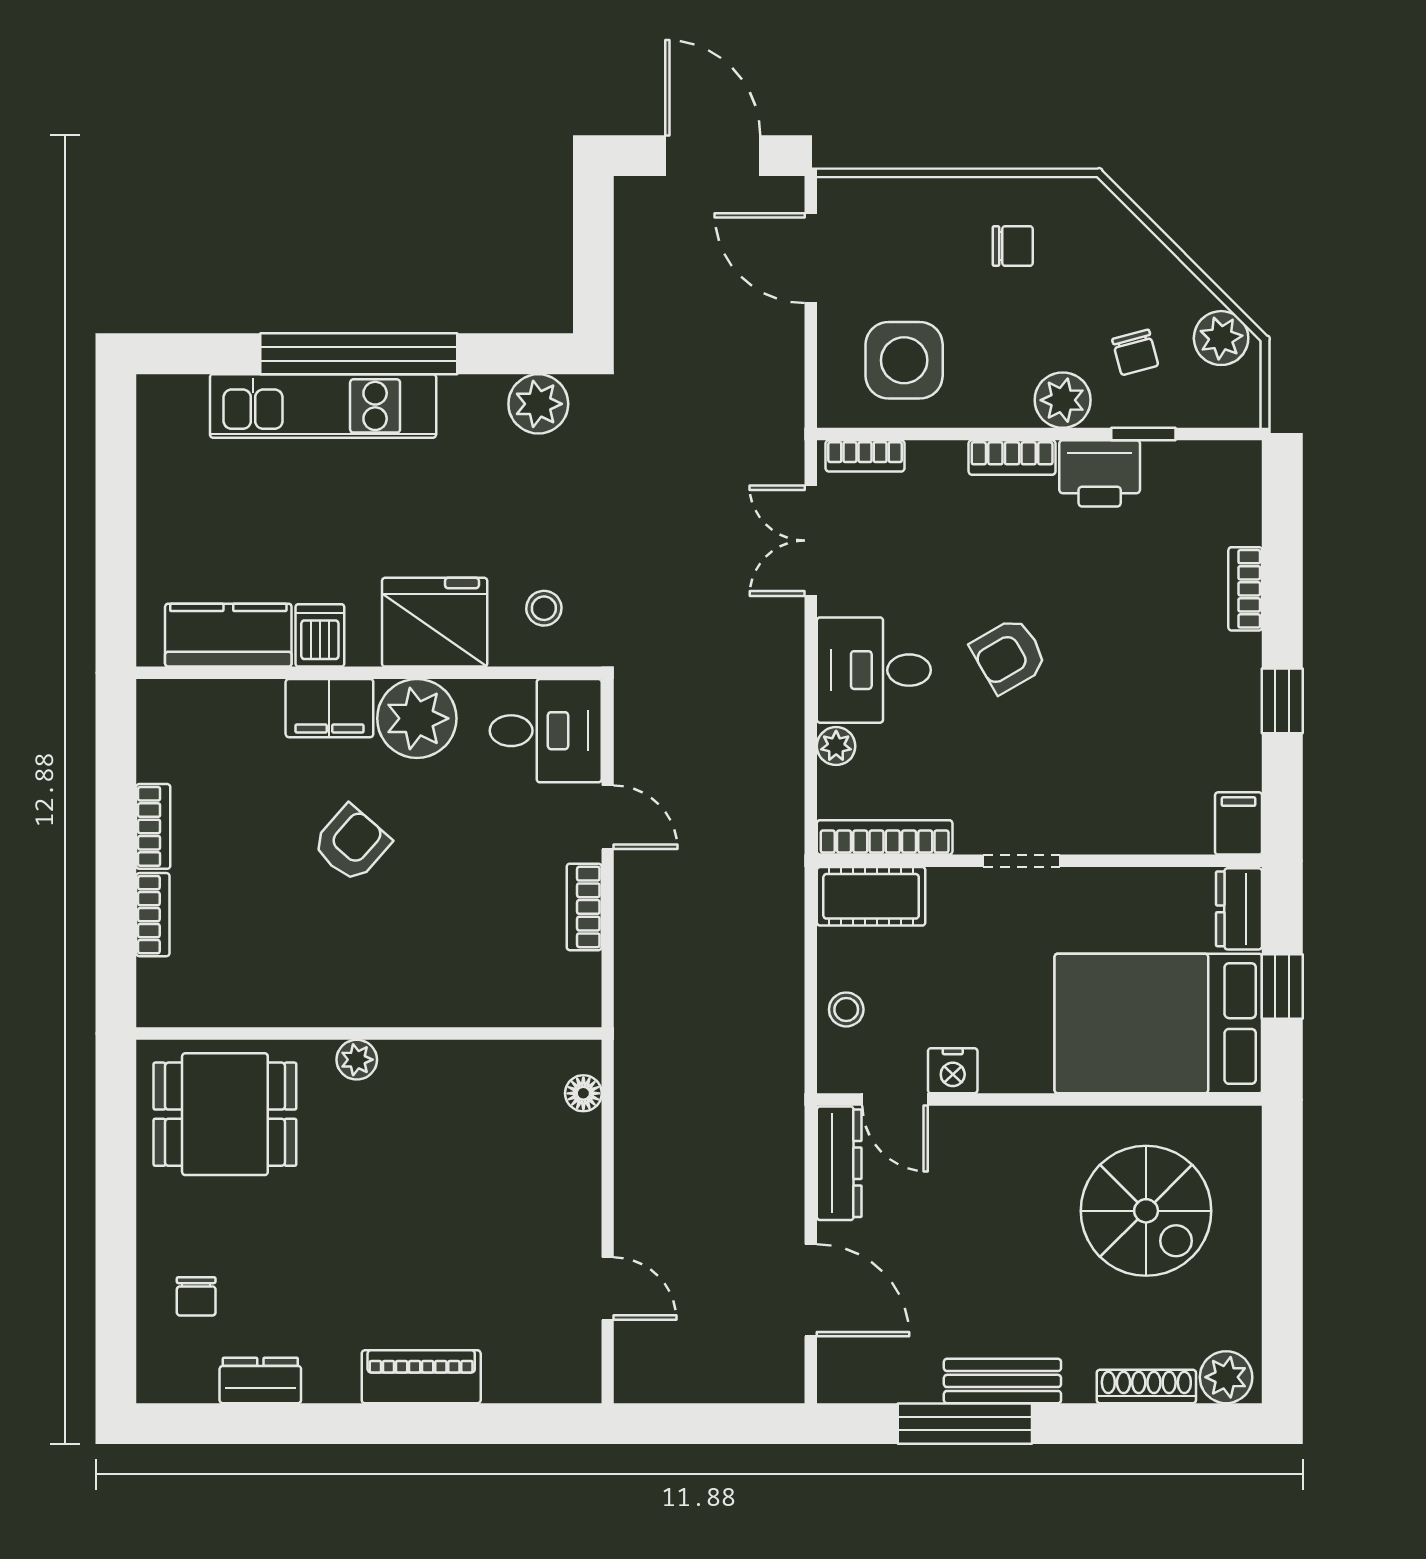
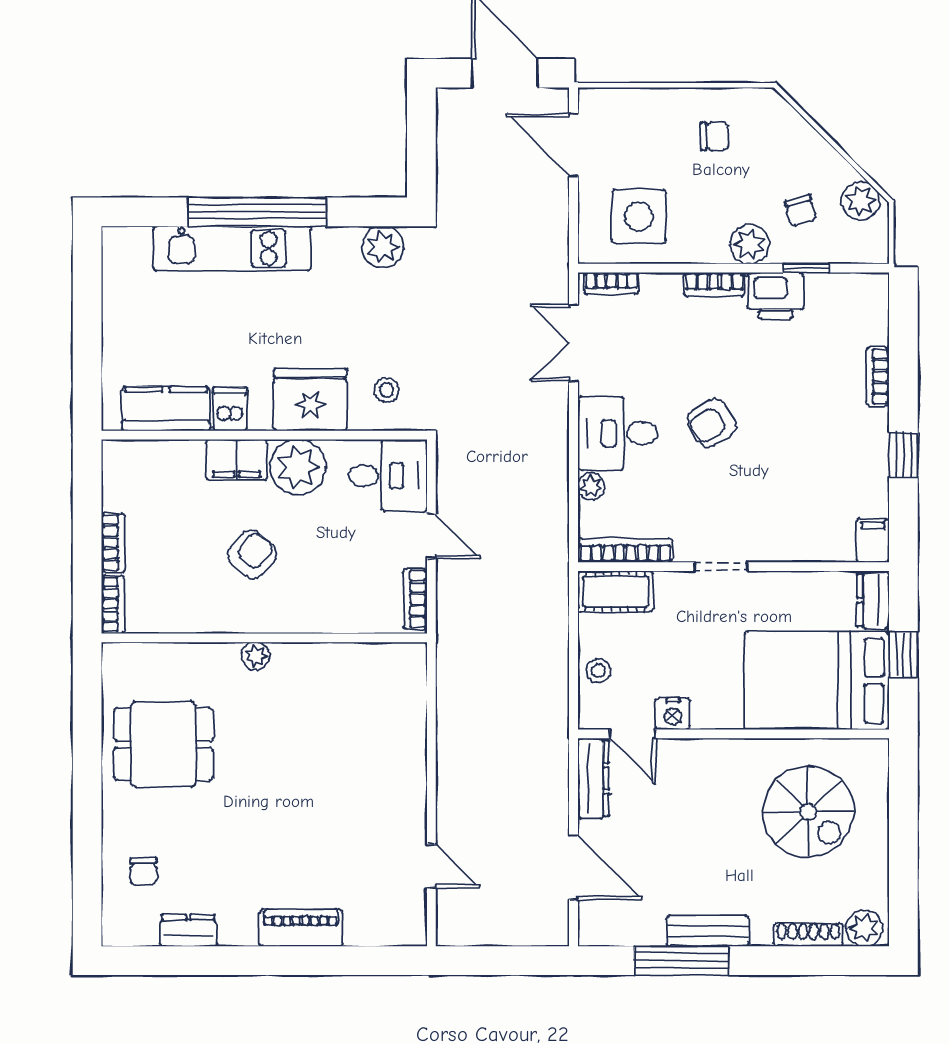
wall: (369, 1034) -> (264, 638), moved
plant: (357, 1060) -> (256, 656), moved
floor lamp: (583, 1093) -> (414, 729), removed

